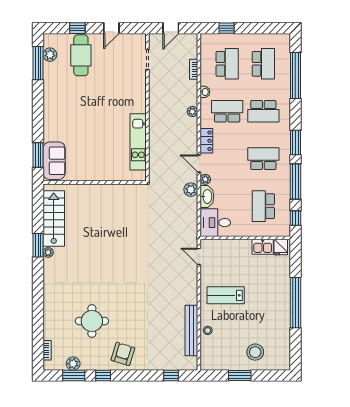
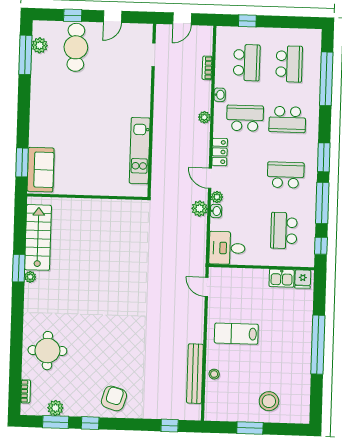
washbasin: (207, 197) -> (216, 211), width x0.52, depth x0.69
round table: (92, 321) -> (47, 351), moved

